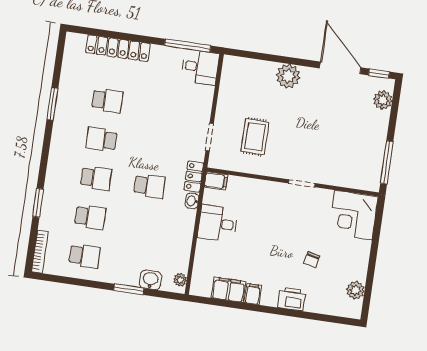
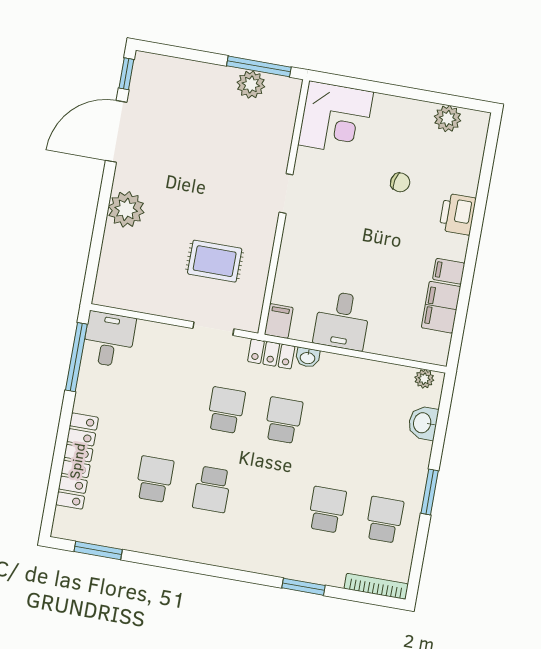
plant: (383, 100) -> (251, 85), moved
window: (52, 104) -> (98, 550), moved
school desk: (96, 178) -> (226, 410), moved
window: (129, 289) -> (430, 492), moved

